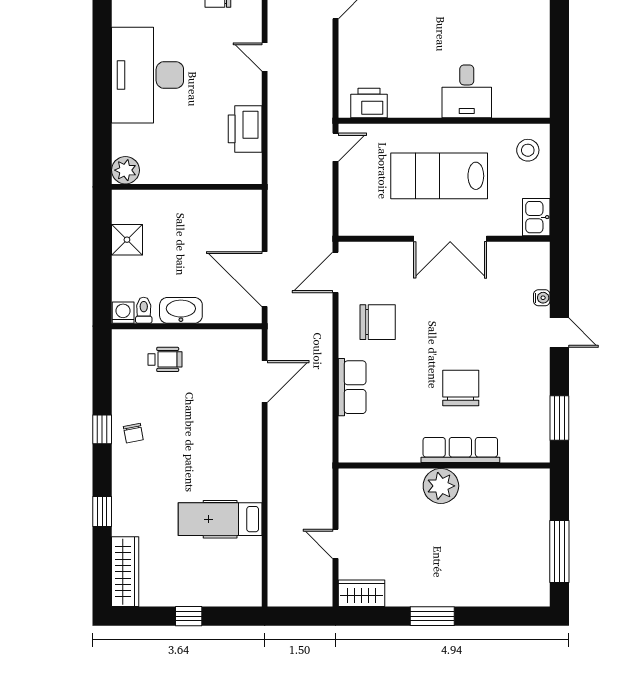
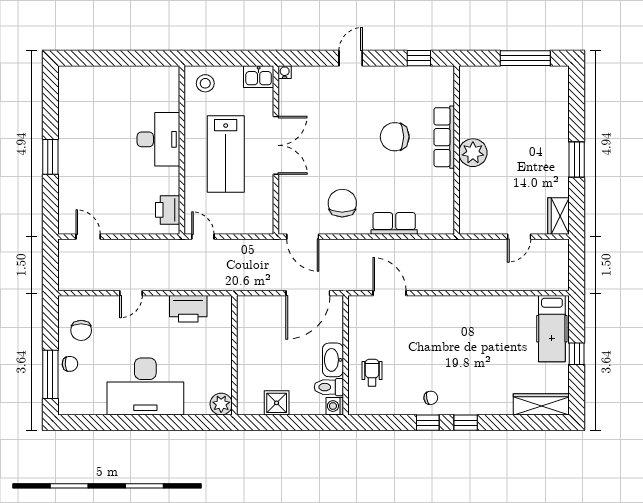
desk: (467, 91) -> (158, 139), width x1.37
water cooler: (542, 298) -> (285, 72), moved
toilet: (144, 310) -> (329, 387), width x1.37, depth x1.39
window: (559, 418) -> (419, 58), width x0.67
window: (102, 512) -> (466, 423), moved
hospital bed: (220, 519) -> (552, 329), moved

